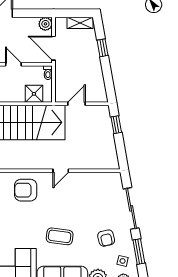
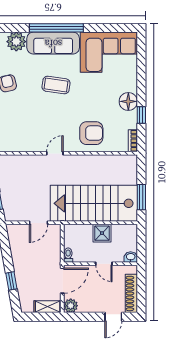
shelving: (80, 23) -> (48, 307), moved
door: (54, 48) -> (62, 281), hinge flipped
shower: (34, 94) -> (102, 233), moved

